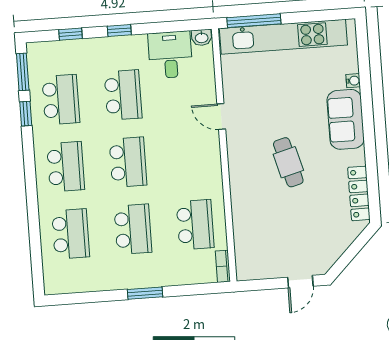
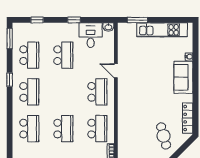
window: (254, 21) -> (137, 20), width x0.69
window: (119, 31) -> (74, 20), moved
kitchen unit: (283, 37) -> (162, 30), width x0.73
window: (26, 114) -> (10, 80), moved
school desk: (128, 162) -> (97, 92), moved
cafe table: (288, 162) -> (164, 136), moved

